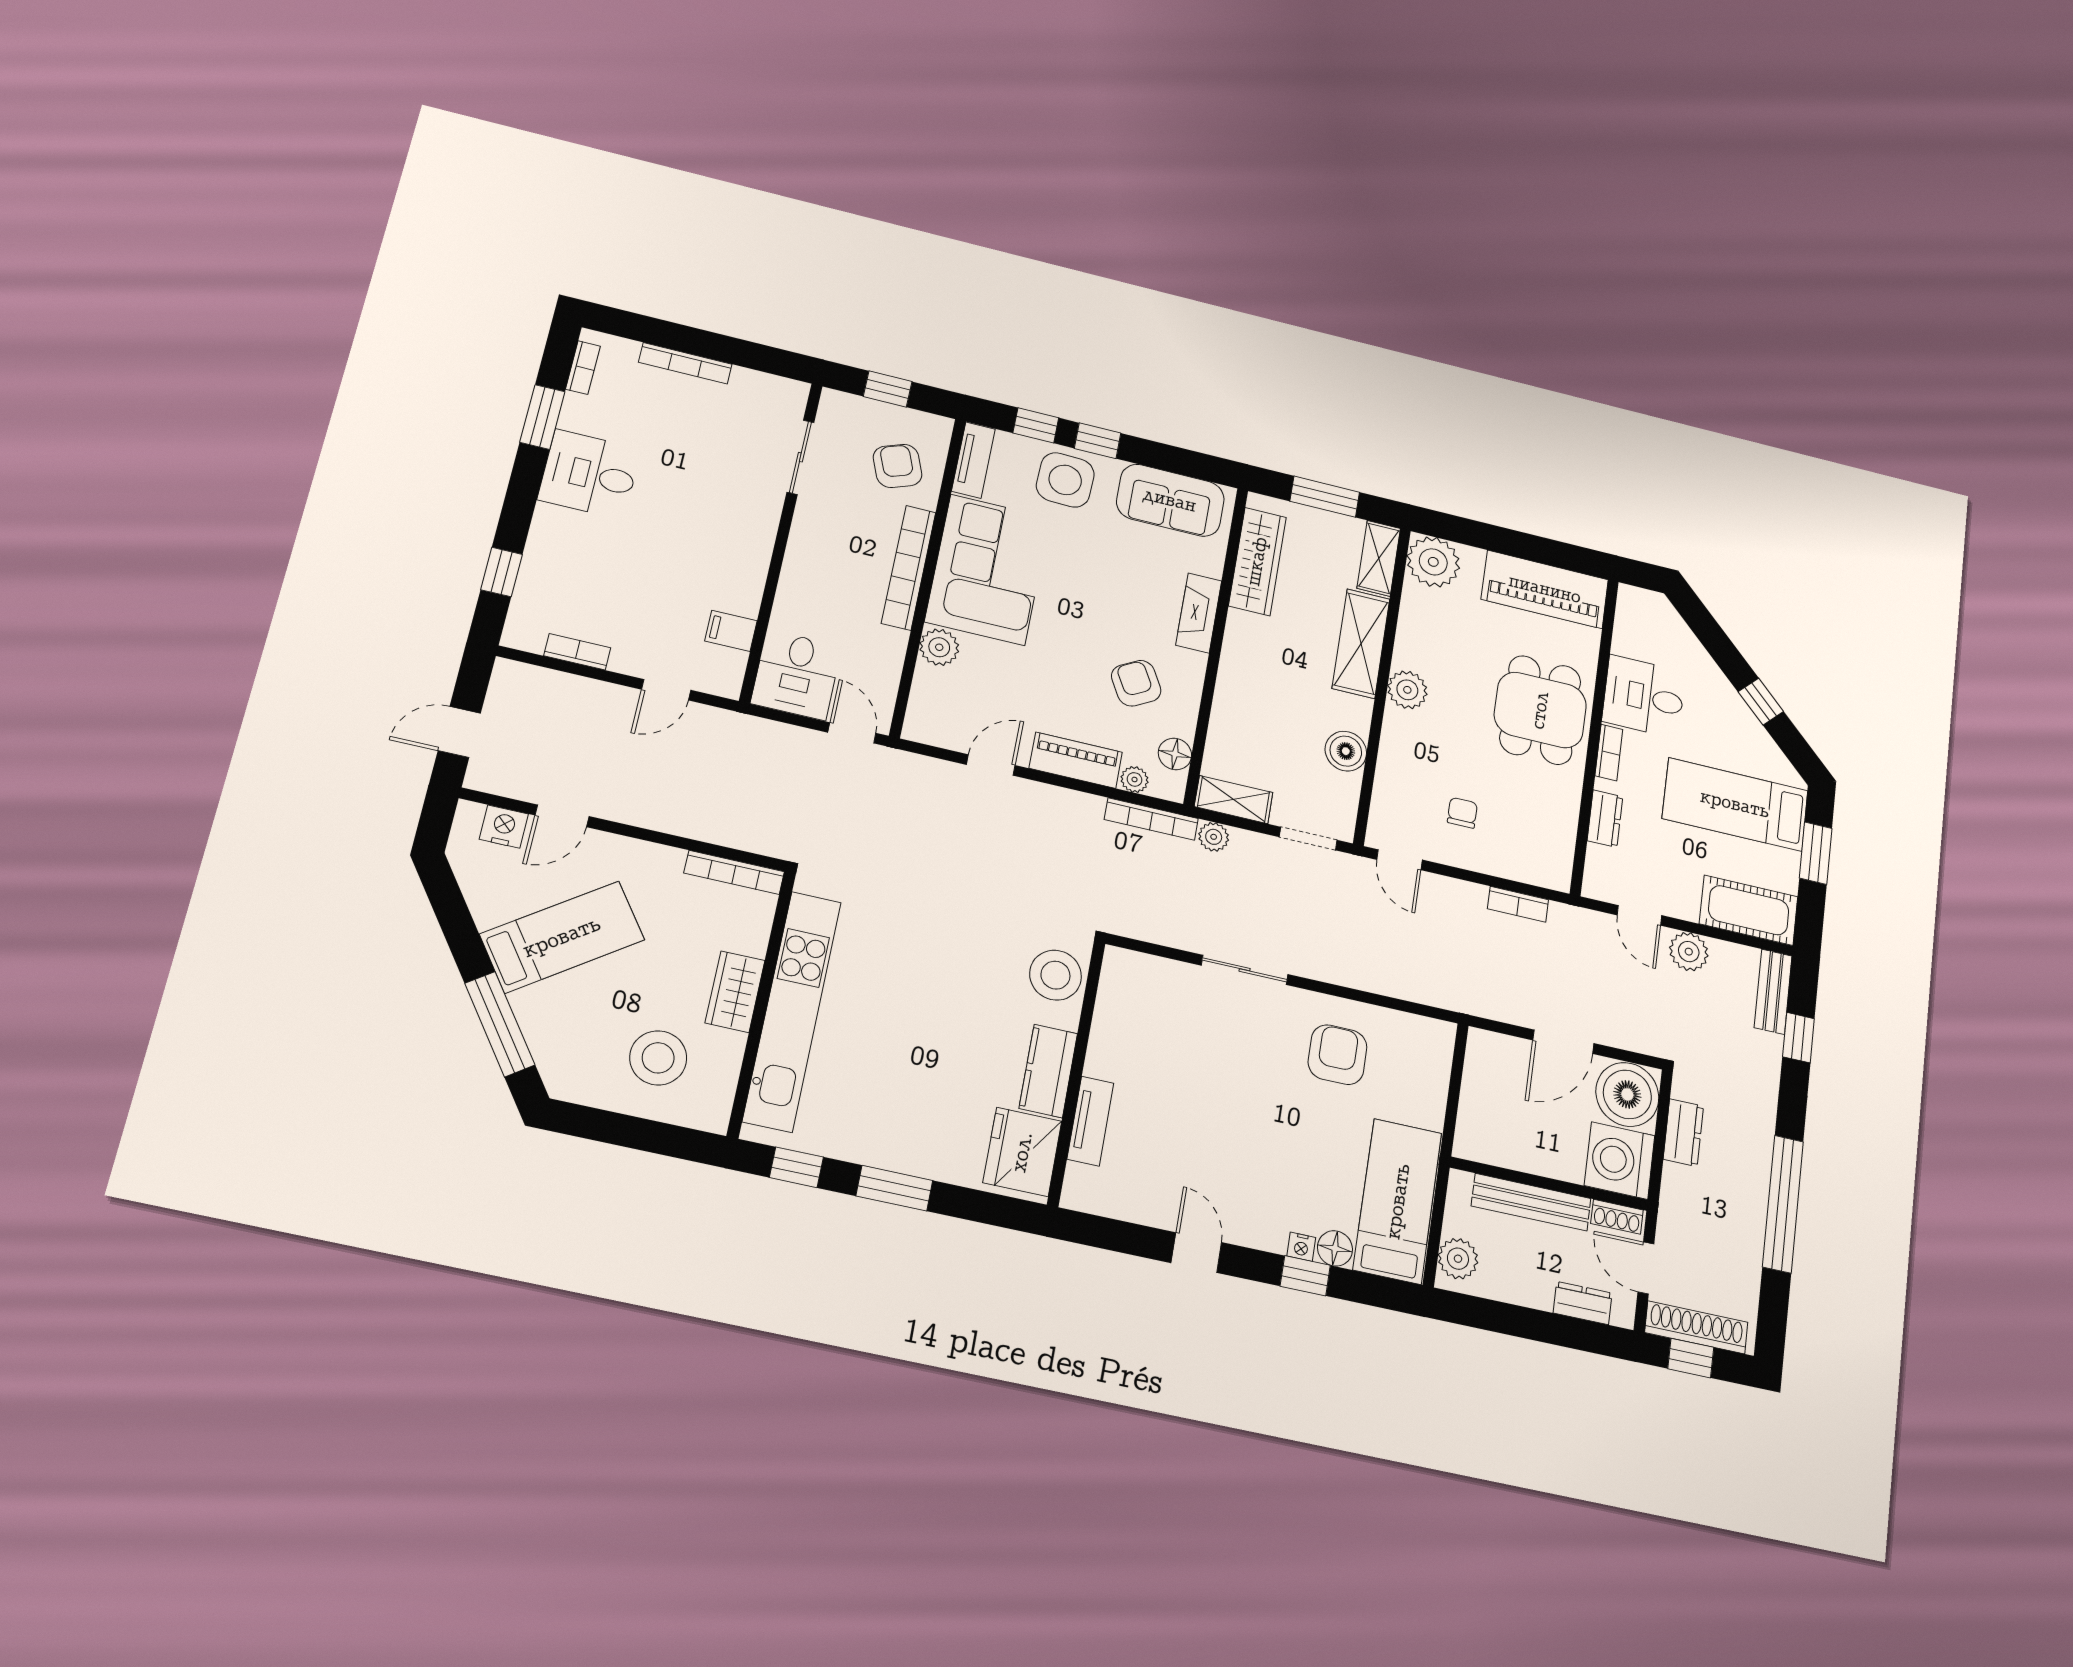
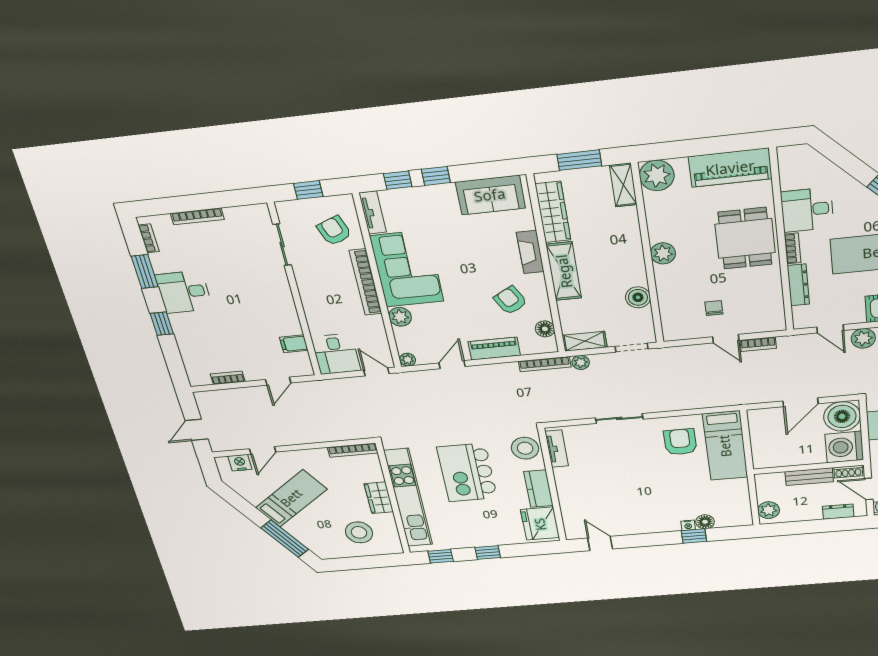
side table: (1065, 480) -> (427, 205), removed
window: (502, 572) -> (162, 324), moved
shelving: (1361, 644) -> (564, 271), moved
plant: (1135, 779) -> (408, 360), moved
dresser: (1605, 819) -> (798, 285), width x1.44
door: (1400, 860) -> (726, 339), moved
kitchen island: (928, 992) -> (467, 473), added
tv unit: (1090, 1121) -> (557, 449), moved
window: (894, 1188) -> (488, 552), width x0.67
bed: (1398, 1201) -> (725, 446), moved, turned 180
bench: (1531, 1202) -> (809, 477), width x0.73
door: (1196, 1253) -> (600, 544), moved

